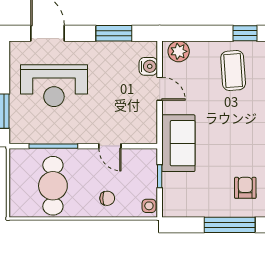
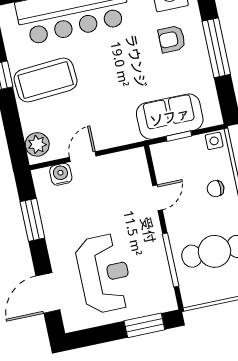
coffee table: (233, 71) -> (46, 80), width x1.36, depth x1.32
sofa: (178, 143) -> (170, 117), moved
chair: (107, 198) -> (216, 189), turned -90

